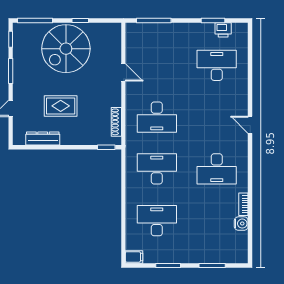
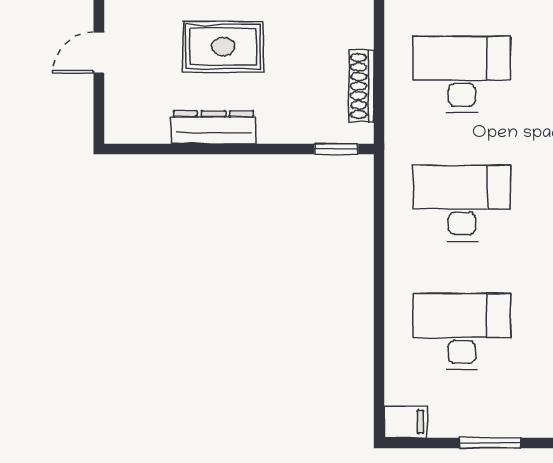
desk: (157, 117) -> (462, 74), turned 180
dresser: (43, 138) -> (213, 127), moved

